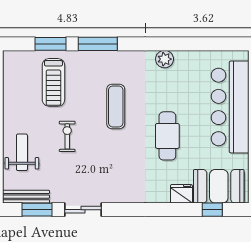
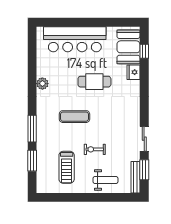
treadmill: (53, 82) -> (67, 167), moved, turned 90
weight bench: (22, 152) -> (105, 180), turned 180

